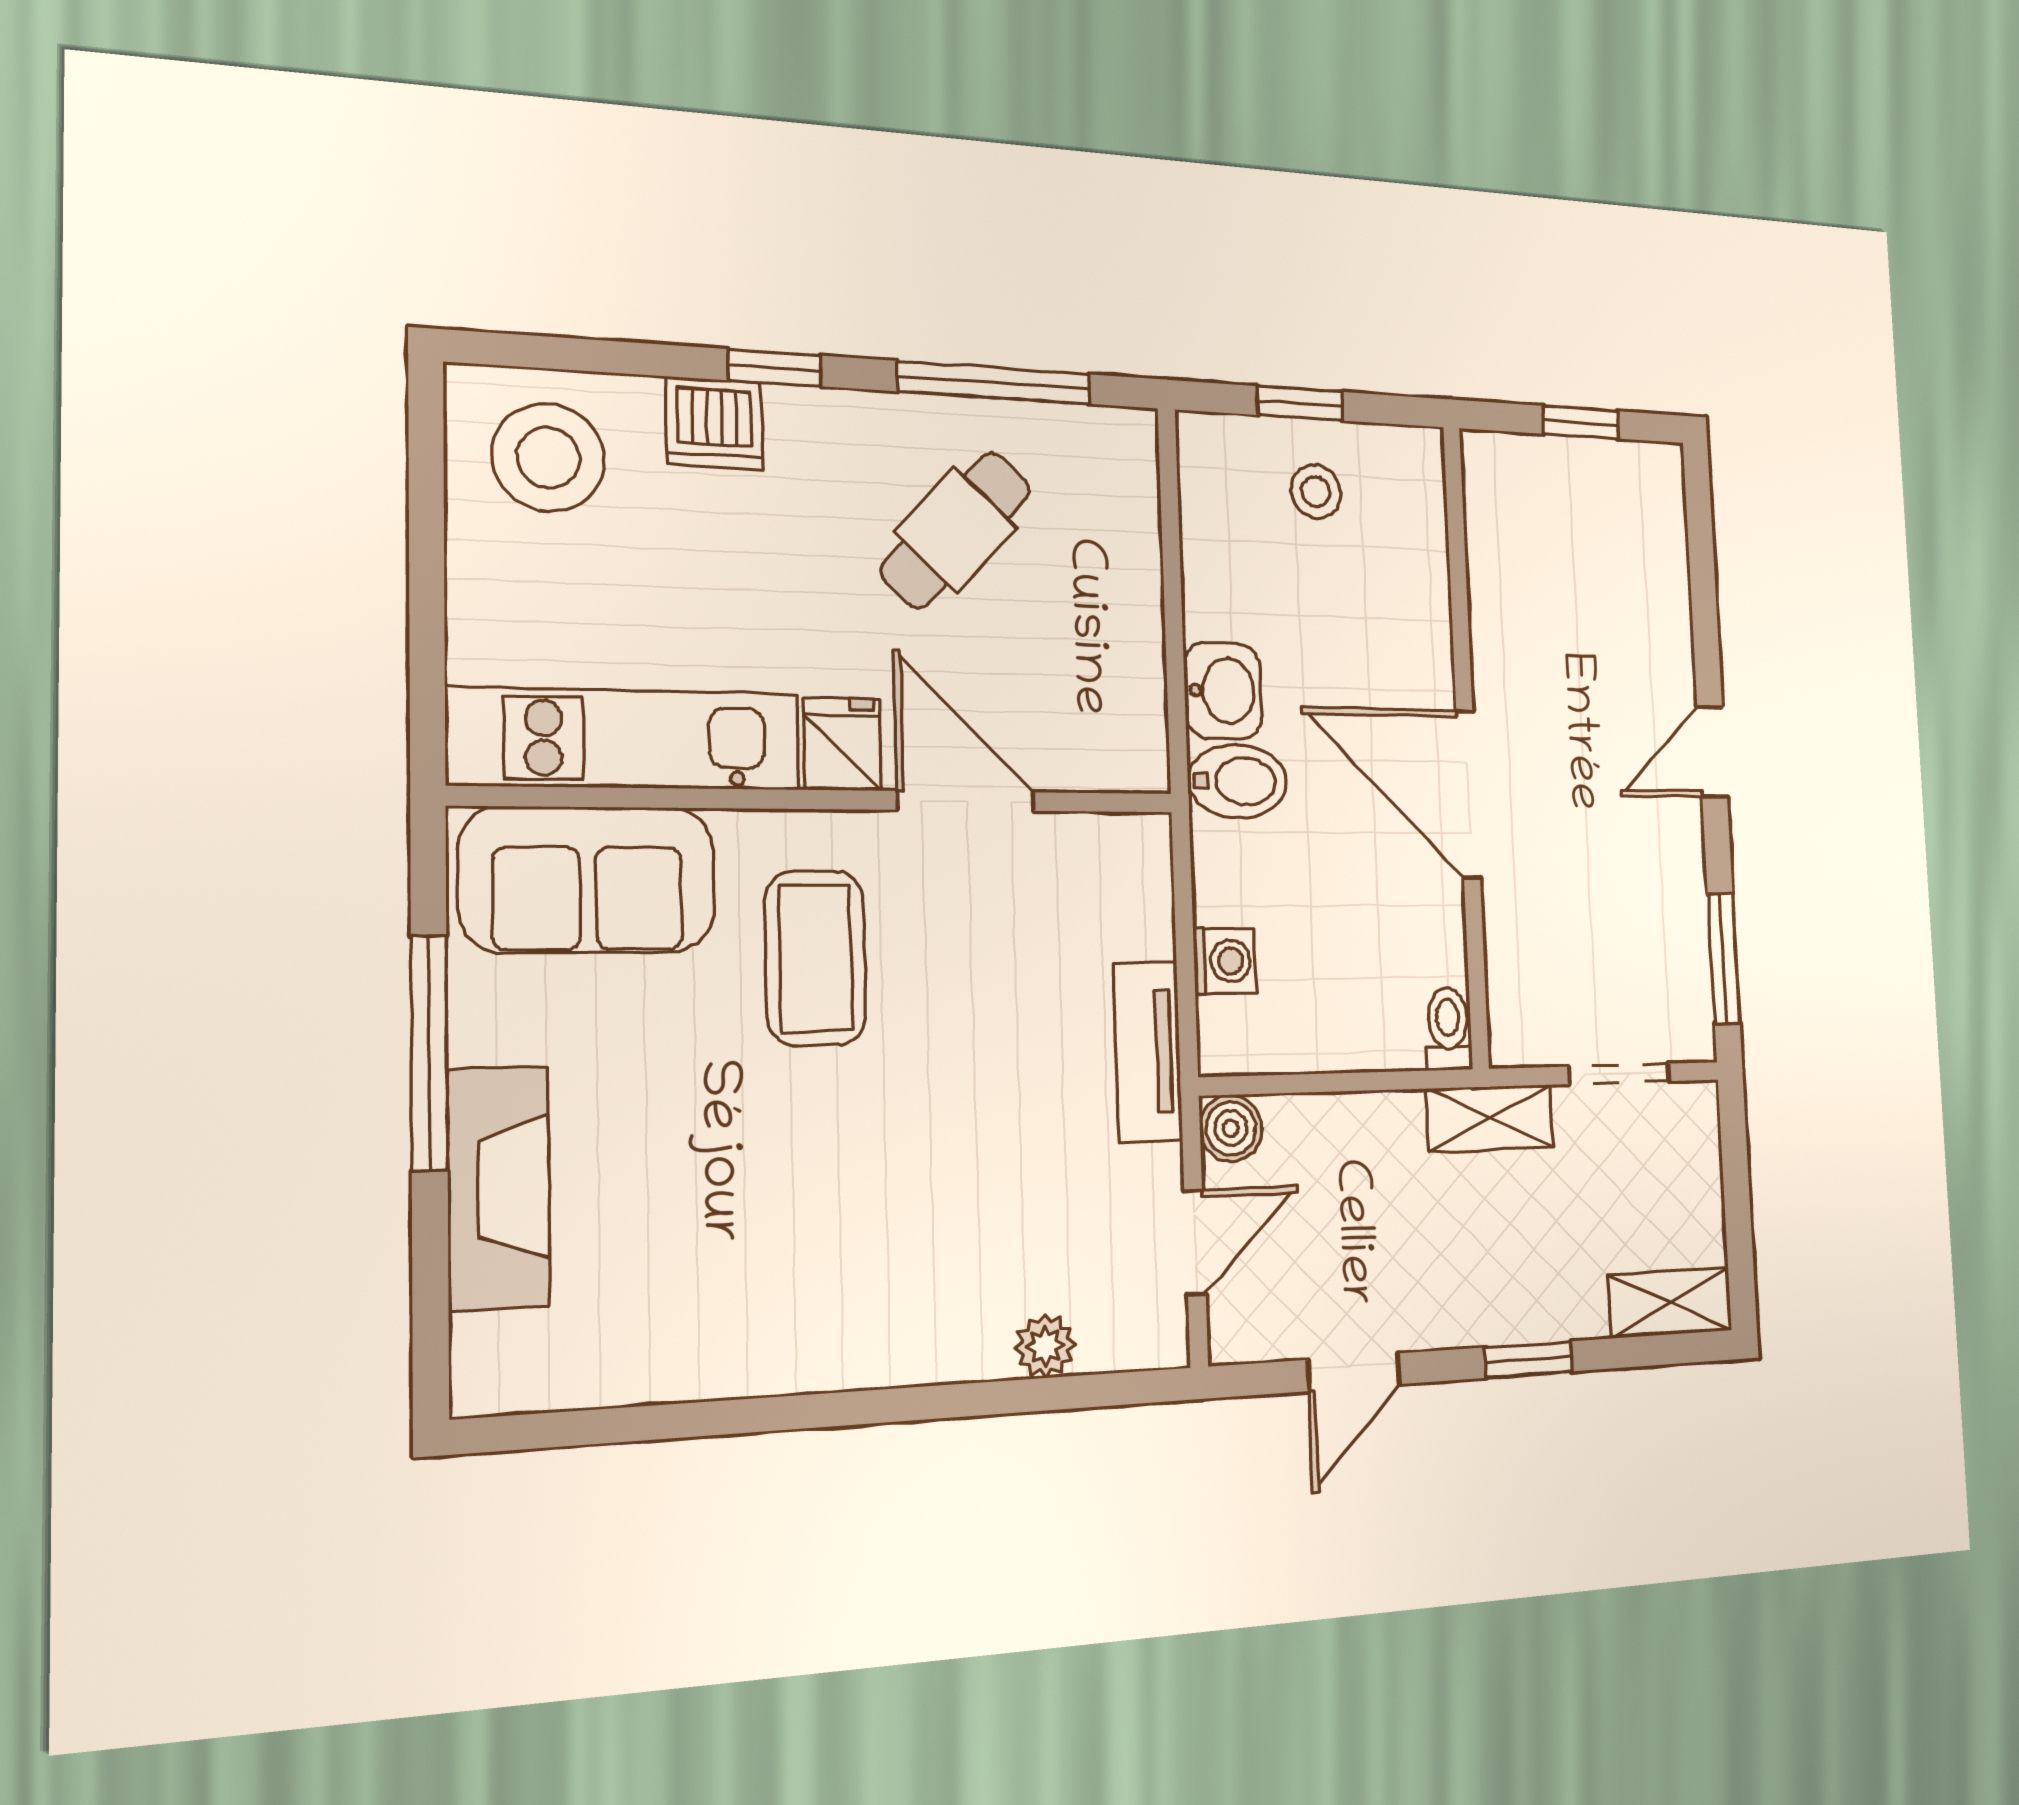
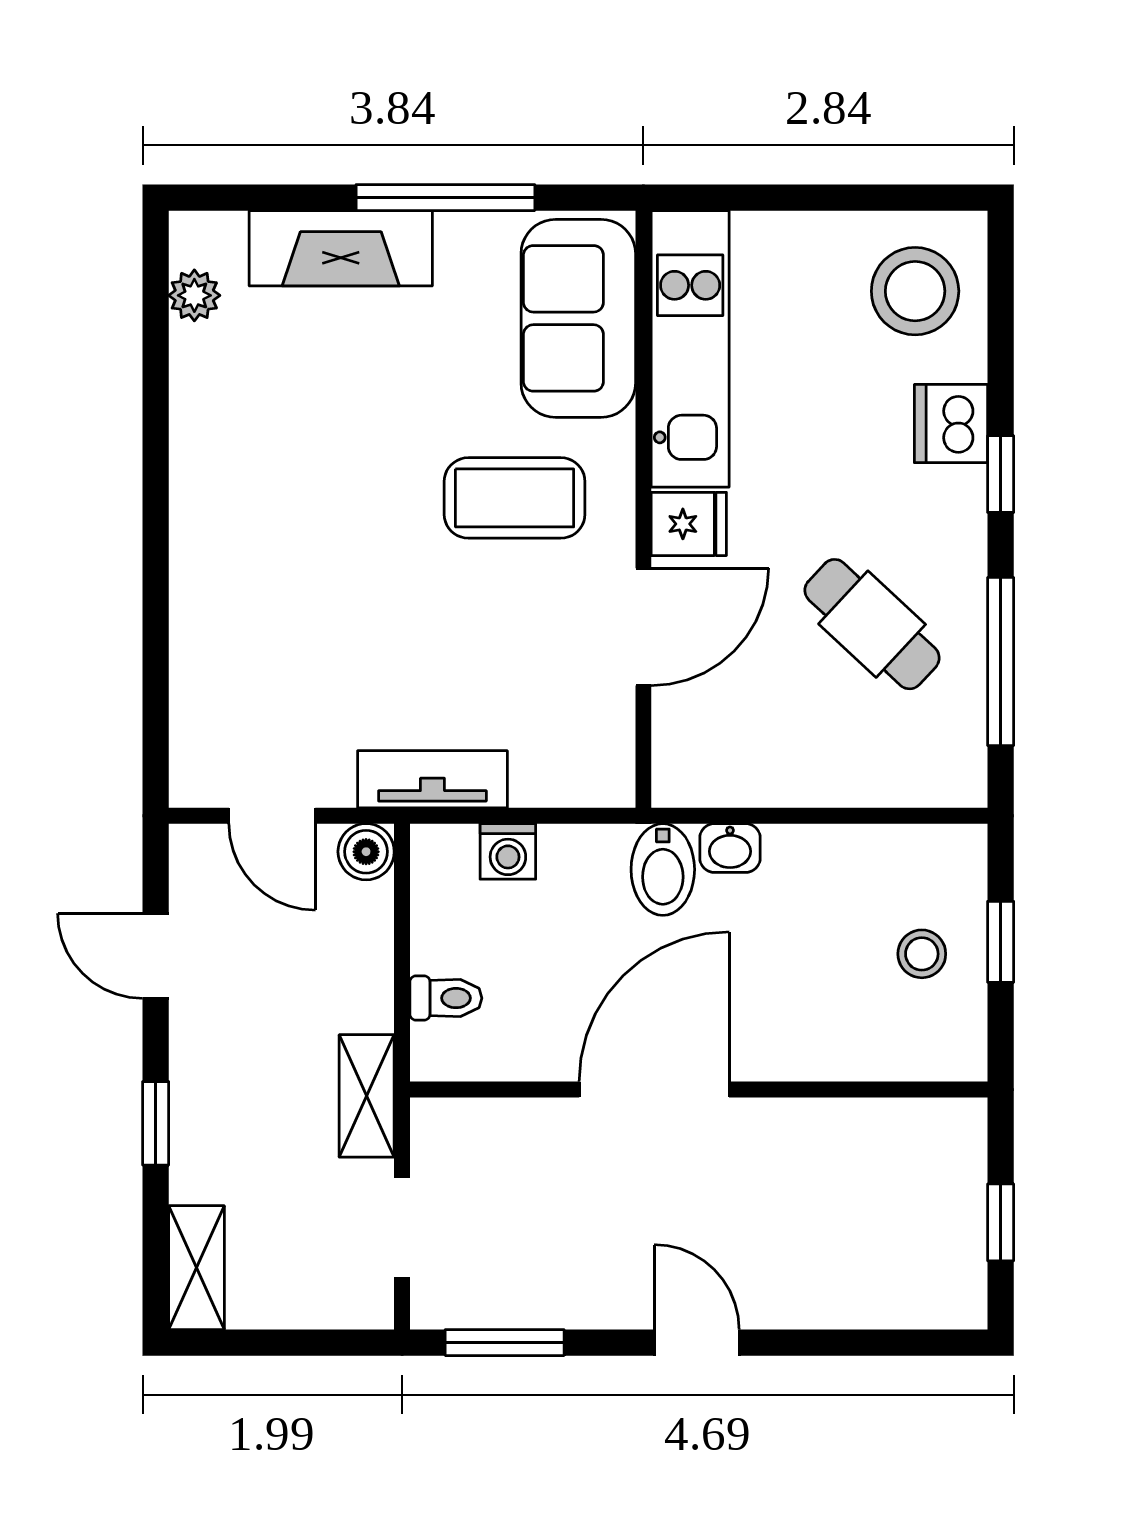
washbasin: (1223, 691) -> (730, 848), width x0.72, depth x0.69
toilet: (1448, 1029) -> (446, 998), moved
plant: (1045, 1346) -> (194, 295), moved

